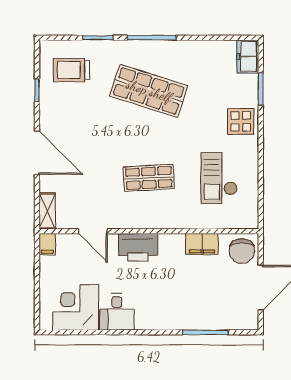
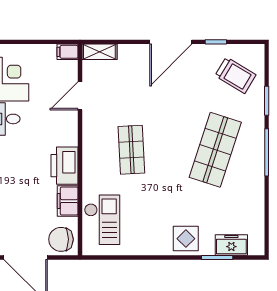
freezer: (248, 56) -> (231, 245), moved
trolley: (72, 70) -> (235, 75), turned 121
door: (37, 153) -> (171, 42), moved
checkout: (219, 178) -> (102, 220), moved, turned 90
printer: (138, 247) -> (65, 166), moved

